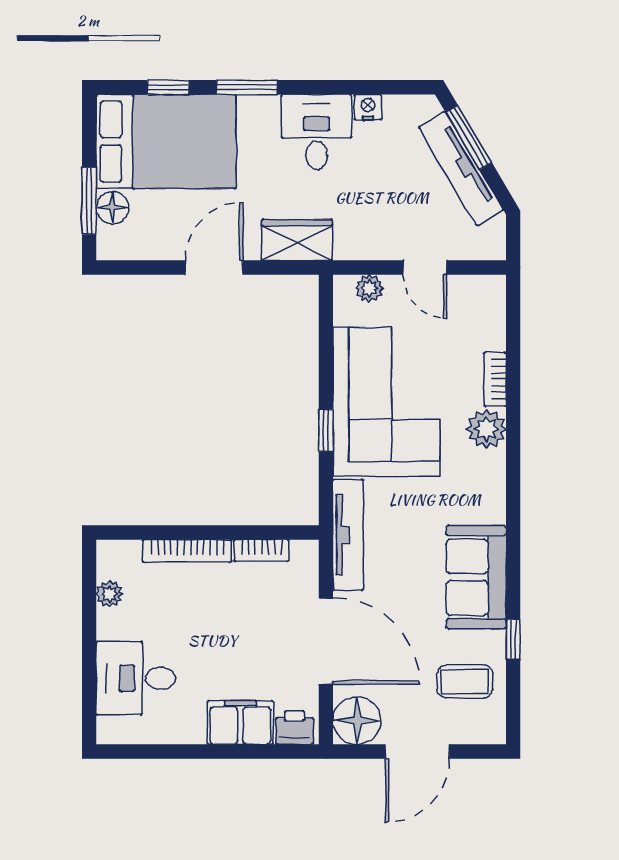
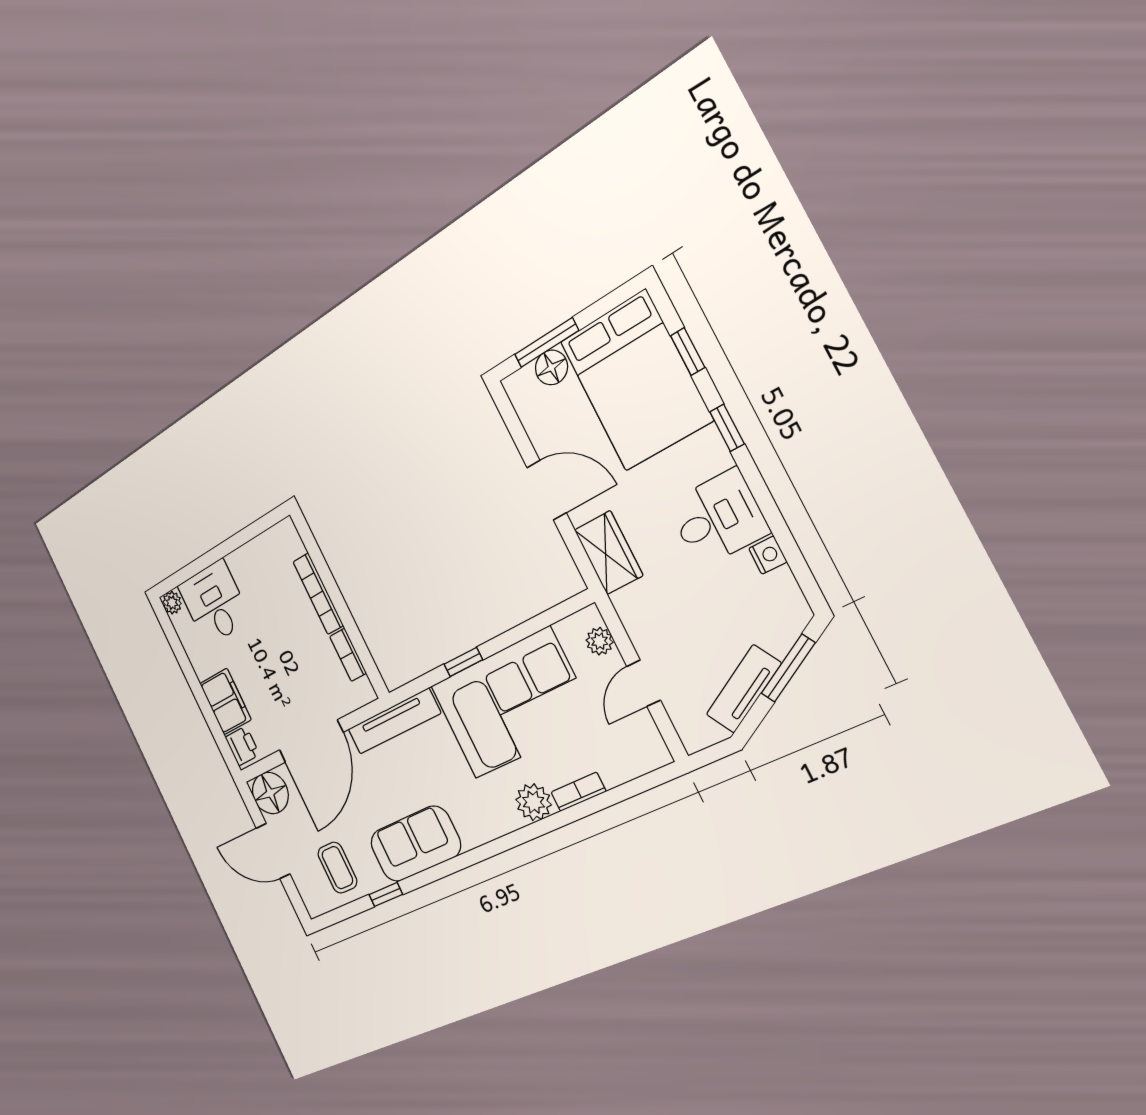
window: (247, 87) -> (727, 428), width x0.67
tv unit: (461, 169) -> (744, 689), width x0.71
plant: (110, 594) -> (172, 603), moved

